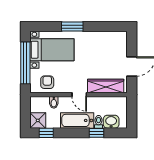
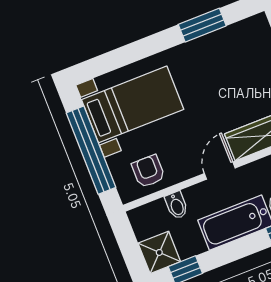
window: (72, 27) -> (202, 25), moved
door: (79, 95) -> (220, 171), swing flipped

